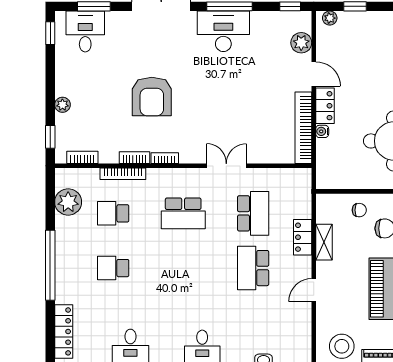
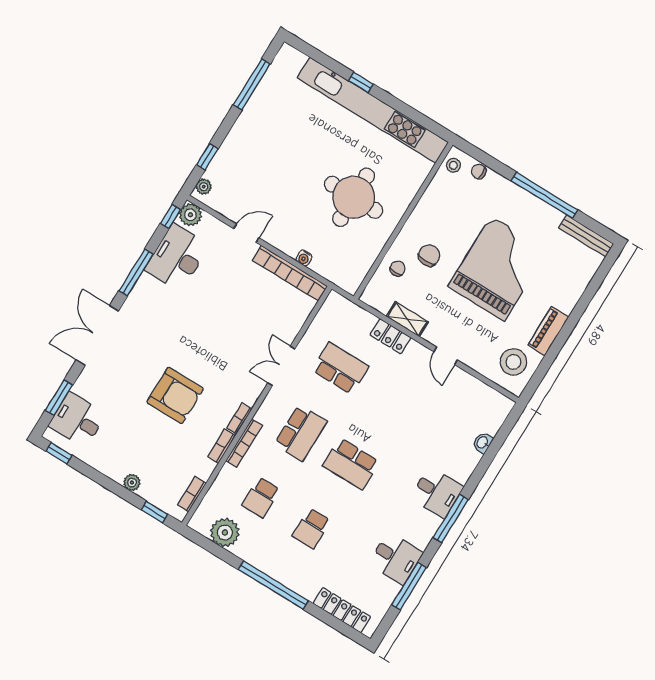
desk: (223, 31) -> (177, 257), moved
plant: (301, 43) -> (190, 215), moved
locker: (325, 106) -> (282, 241), removed
bookcase: (123, 174) -> (244, 443), moved
school desk: (253, 268) -> (351, 464), moved

